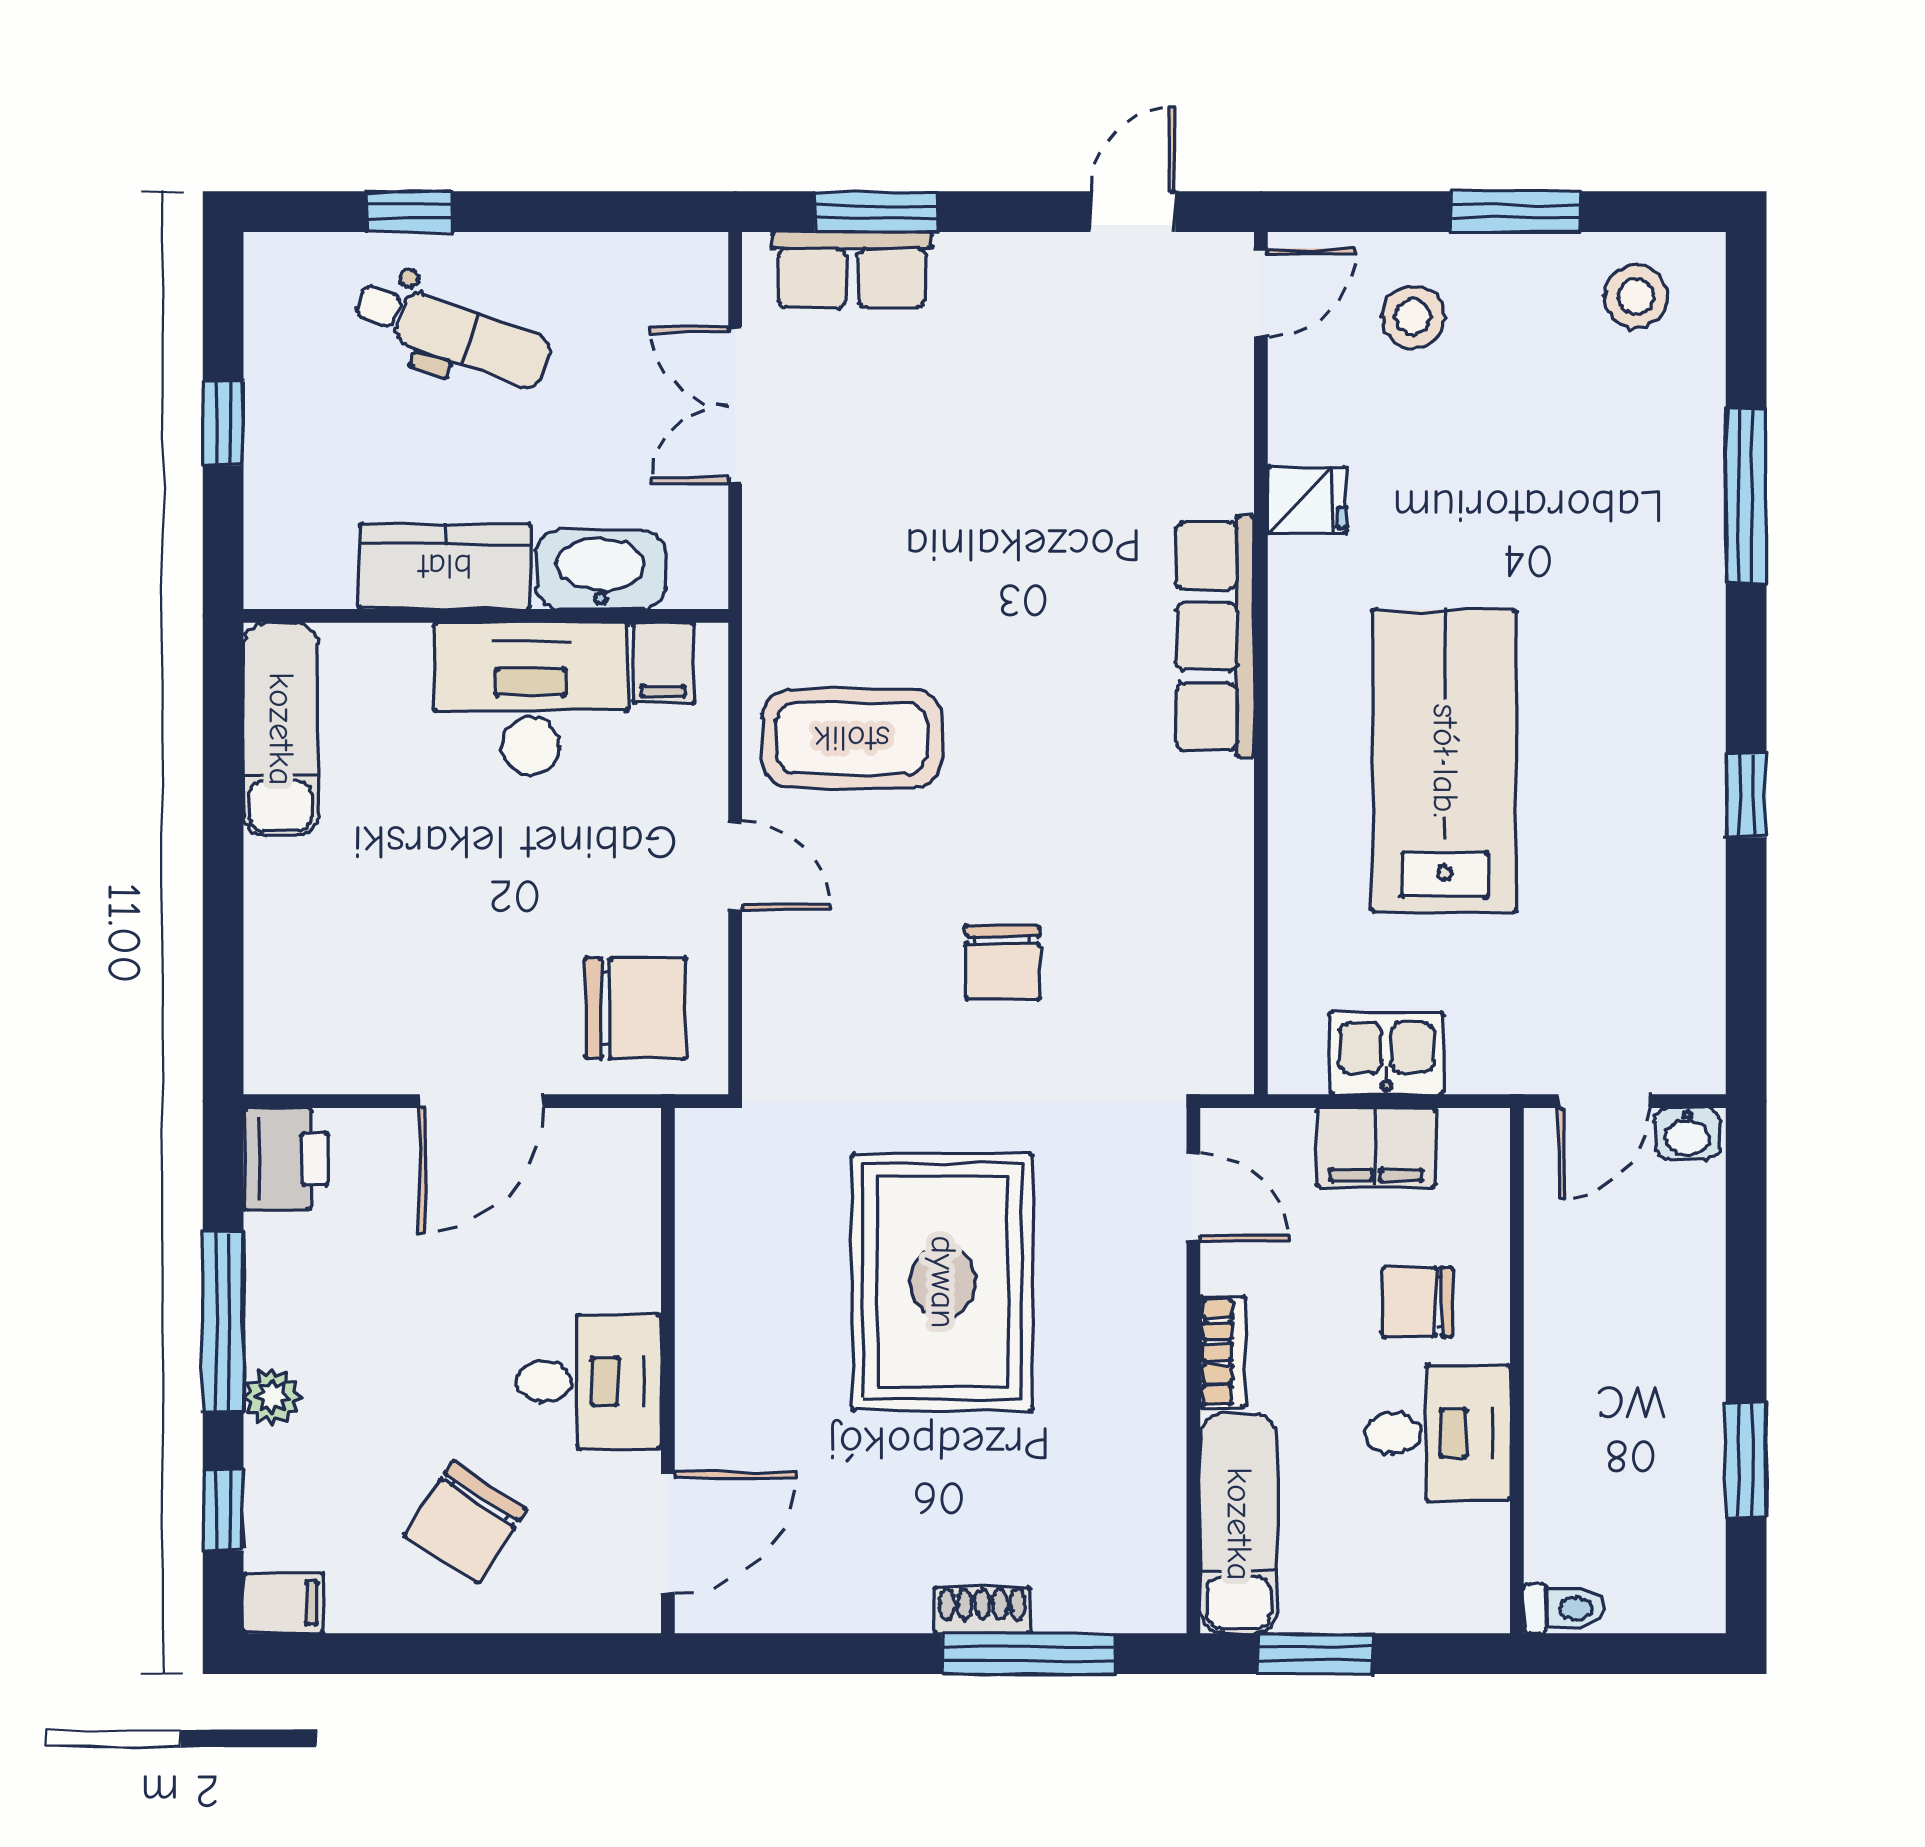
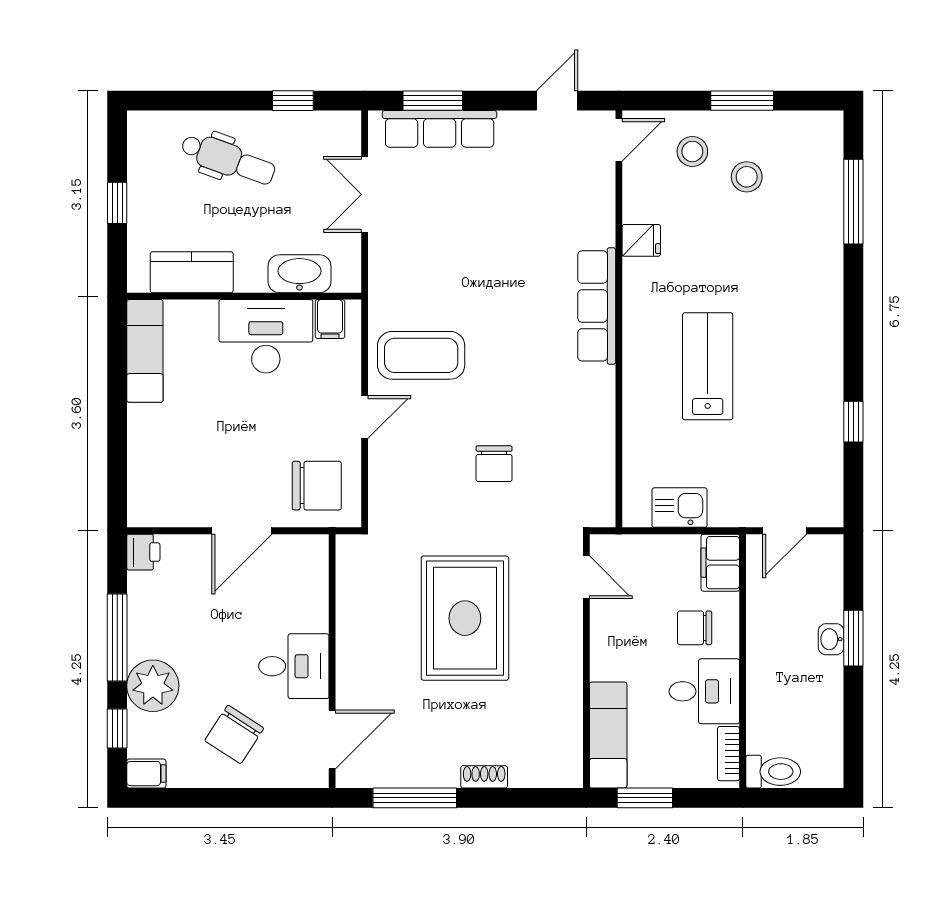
window: (409, 212) -> (293, 101), moved
row of seats: (852, 270) -> (440, 129), width x1.48
stool: (1636, 296) -> (747, 177), moved
window: (1746, 496) -> (853, 202), moved
kitchen counter: (445, 566) -> (192, 272), moved
lab bench: (1445, 761) -> (708, 366), width x0.73, depth x0.72
window: (1746, 795) -> (853, 422), moved
door: (735, 866) -> (365, 417), hinge flipped
washbasin: (1688, 1134) -> (831, 639), moved, turned 90
filing cabinet: (1376, 1147) -> (720, 563), moved, turned 90
printer: (285, 1159) -> (143, 552), width x0.73, depth x0.81
bookcase: (1223, 1352) -> (729, 754), moved, turned 180
plant: (272, 1397) -> (153, 686), width x1.87, depth x1.87
window: (1746, 1460) -> (853, 638), moved
toilet: (1564, 1609) -> (773, 772), width x1.37, depth x1.39
window: (1029, 1654) -> (415, 798), moved

